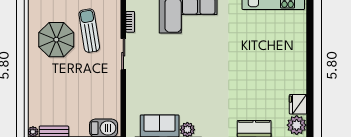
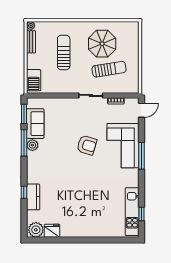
armchair: (187, 59) -> (87, 145), added
sun lounger: (68, 89) -> (64, 53), added

